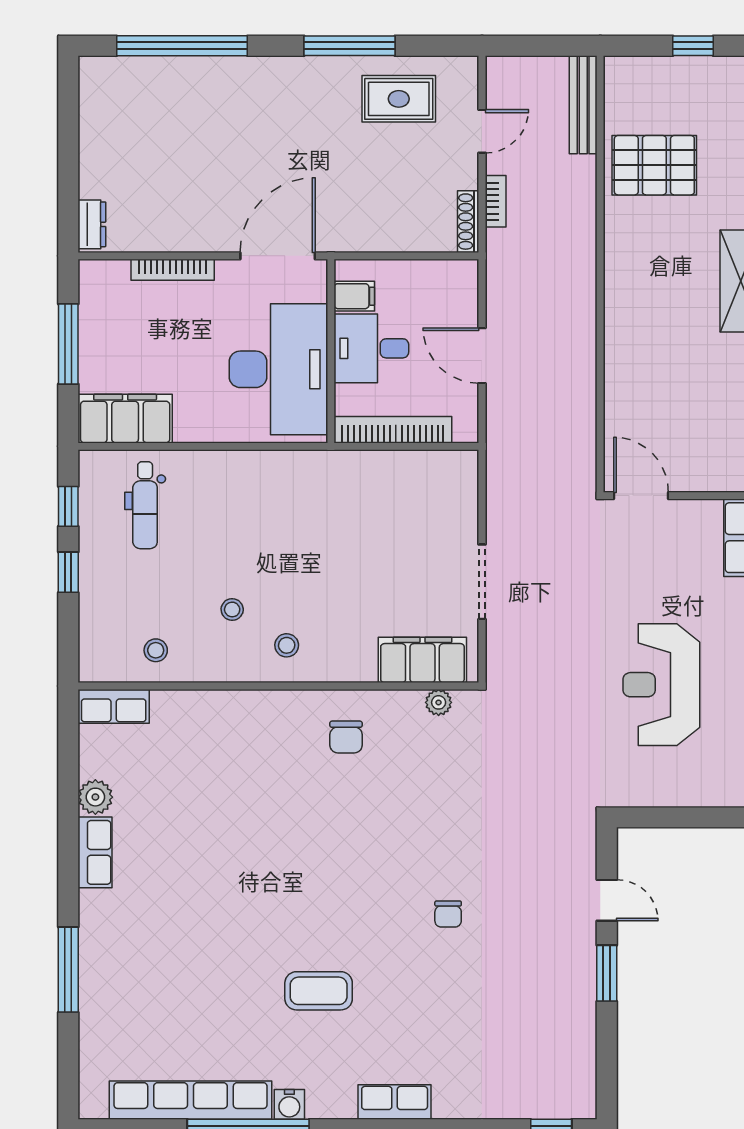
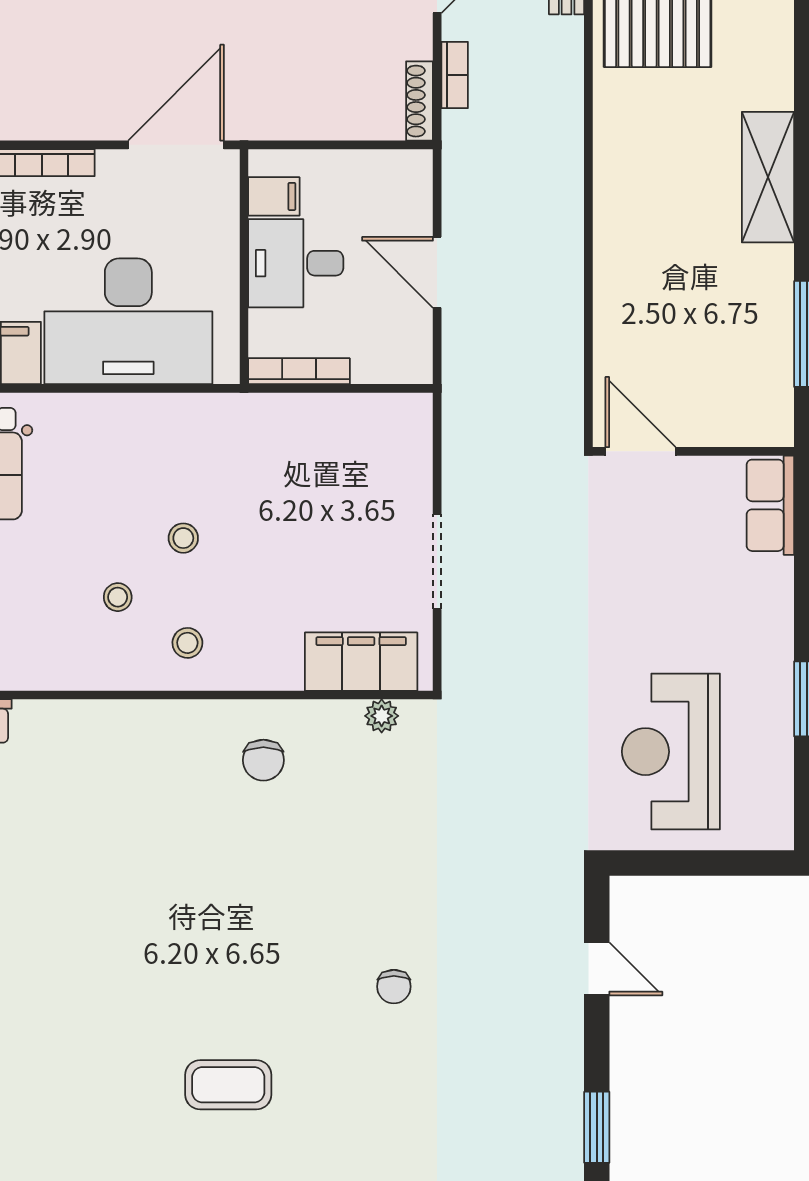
desk: (278, 369) -> (128, 321), moved, turned 90
bookcase: (393, 430) -> (299, 371), width x0.68, depth x0.76
stool: (156, 650) -> (183, 538), moved
reception desk: (661, 685) -> (671, 752), moved
window: (607, 973) -> (597, 1127), moved

